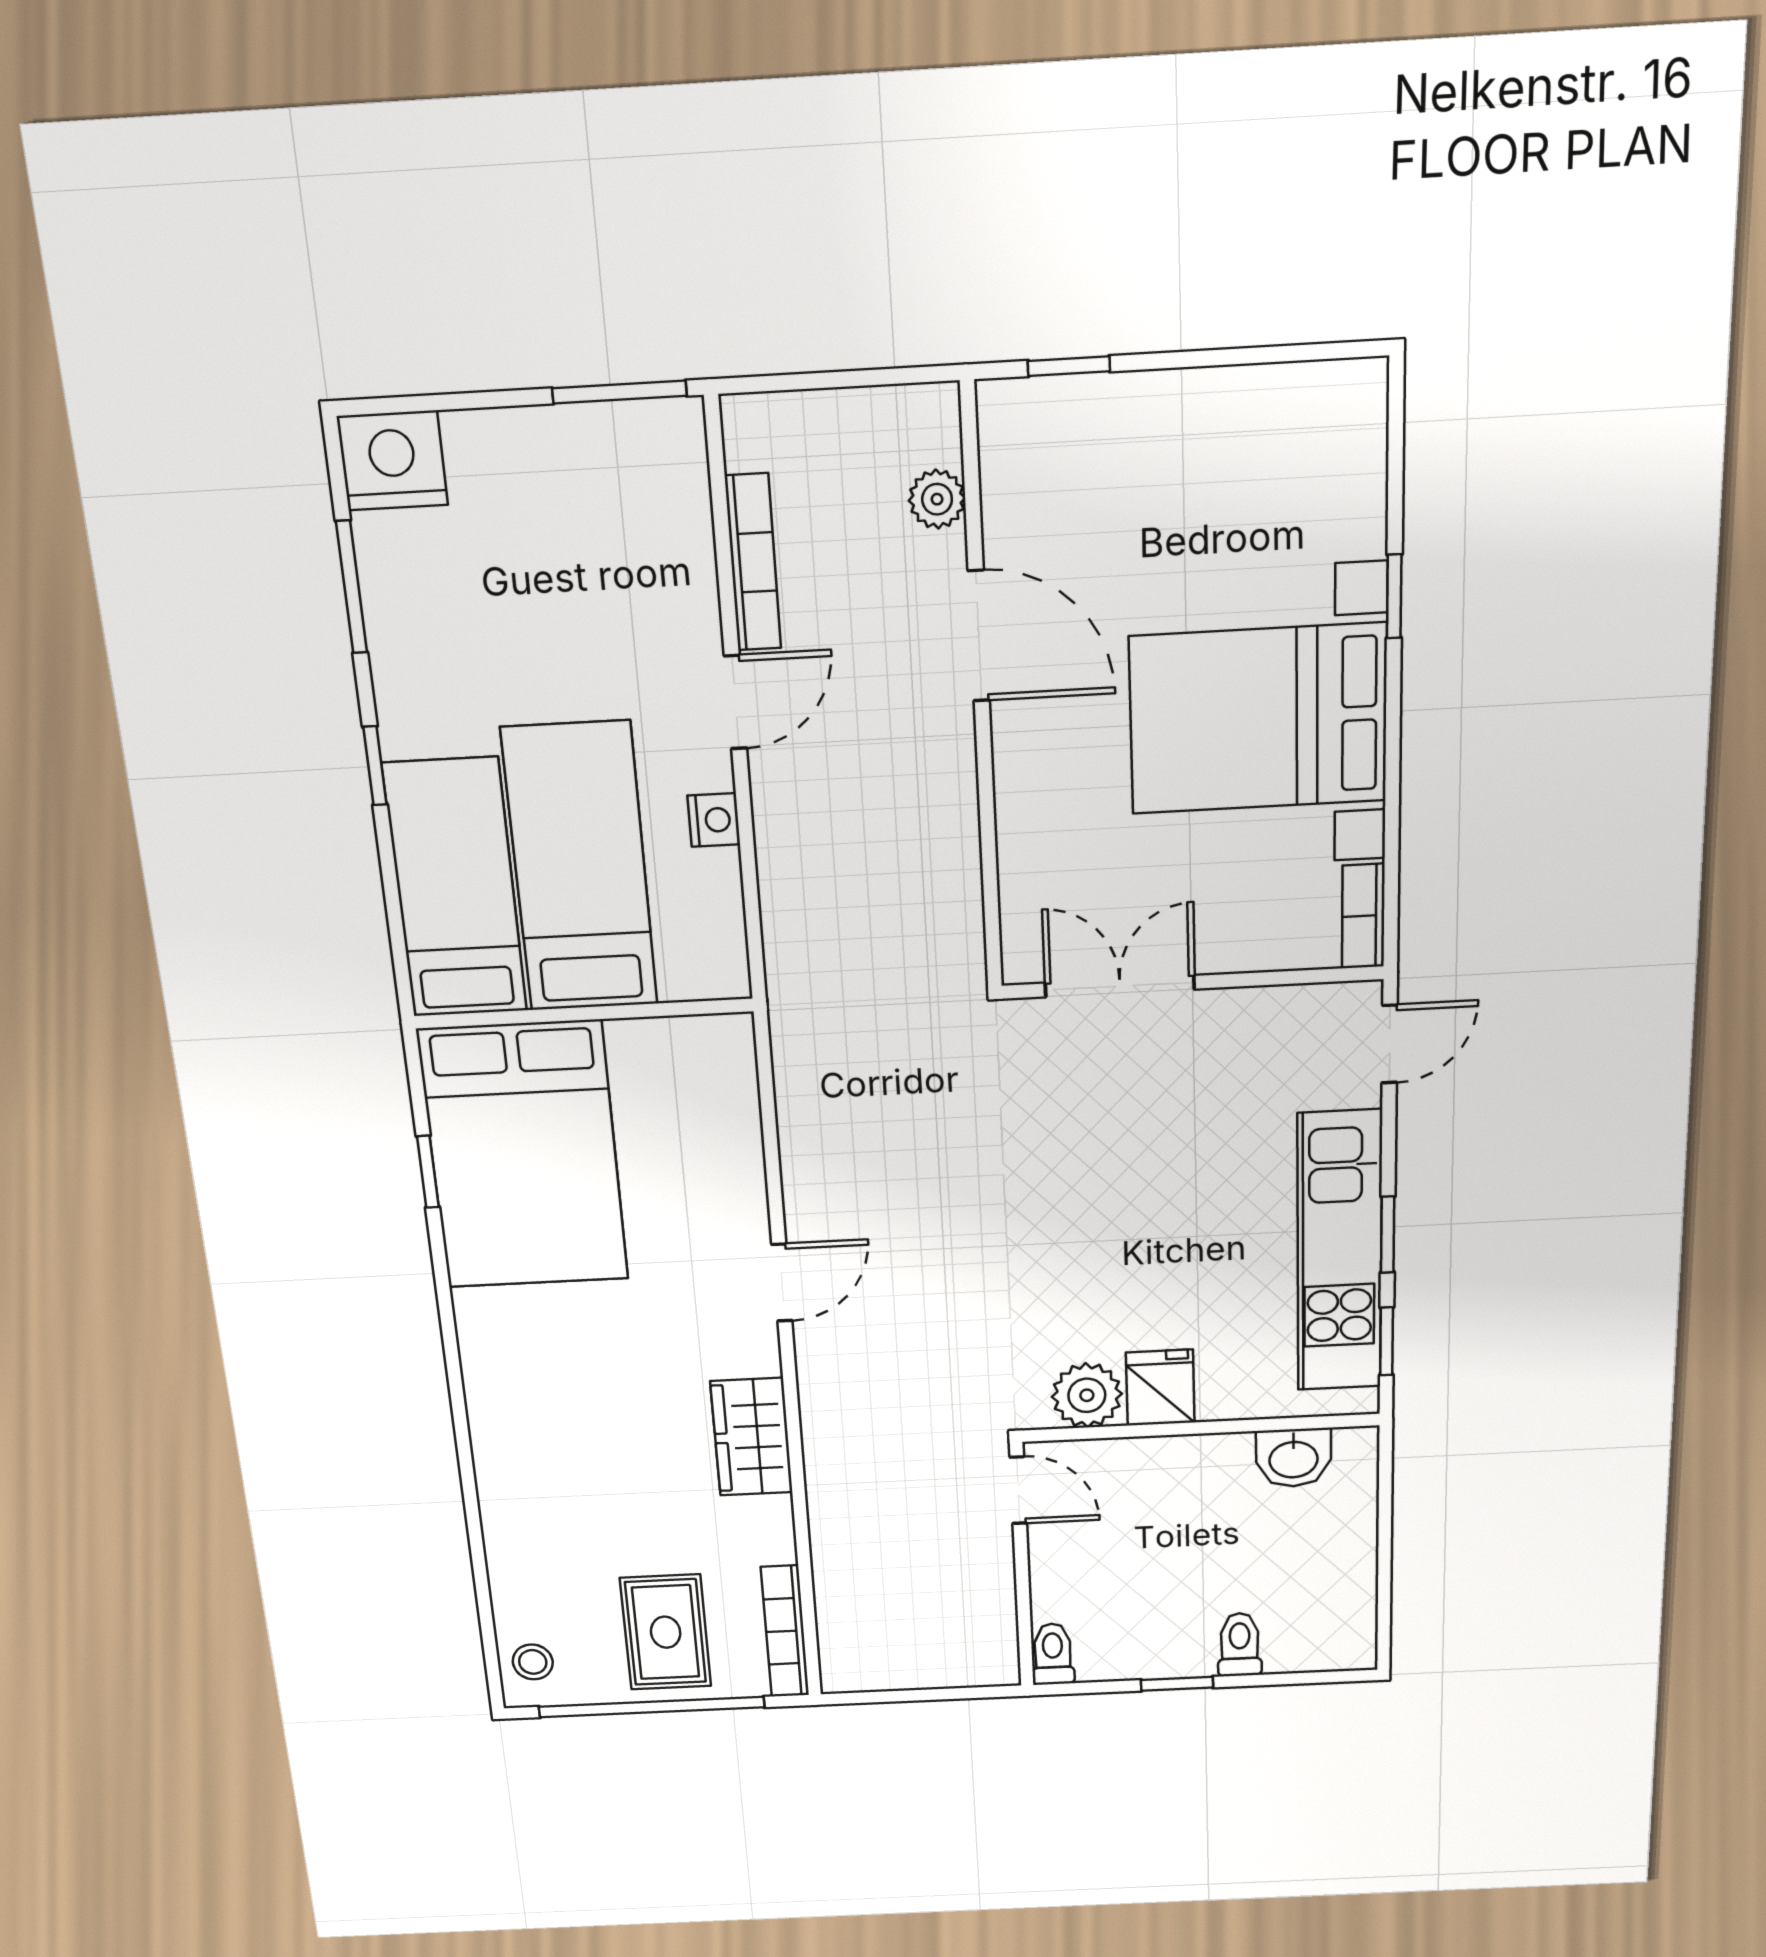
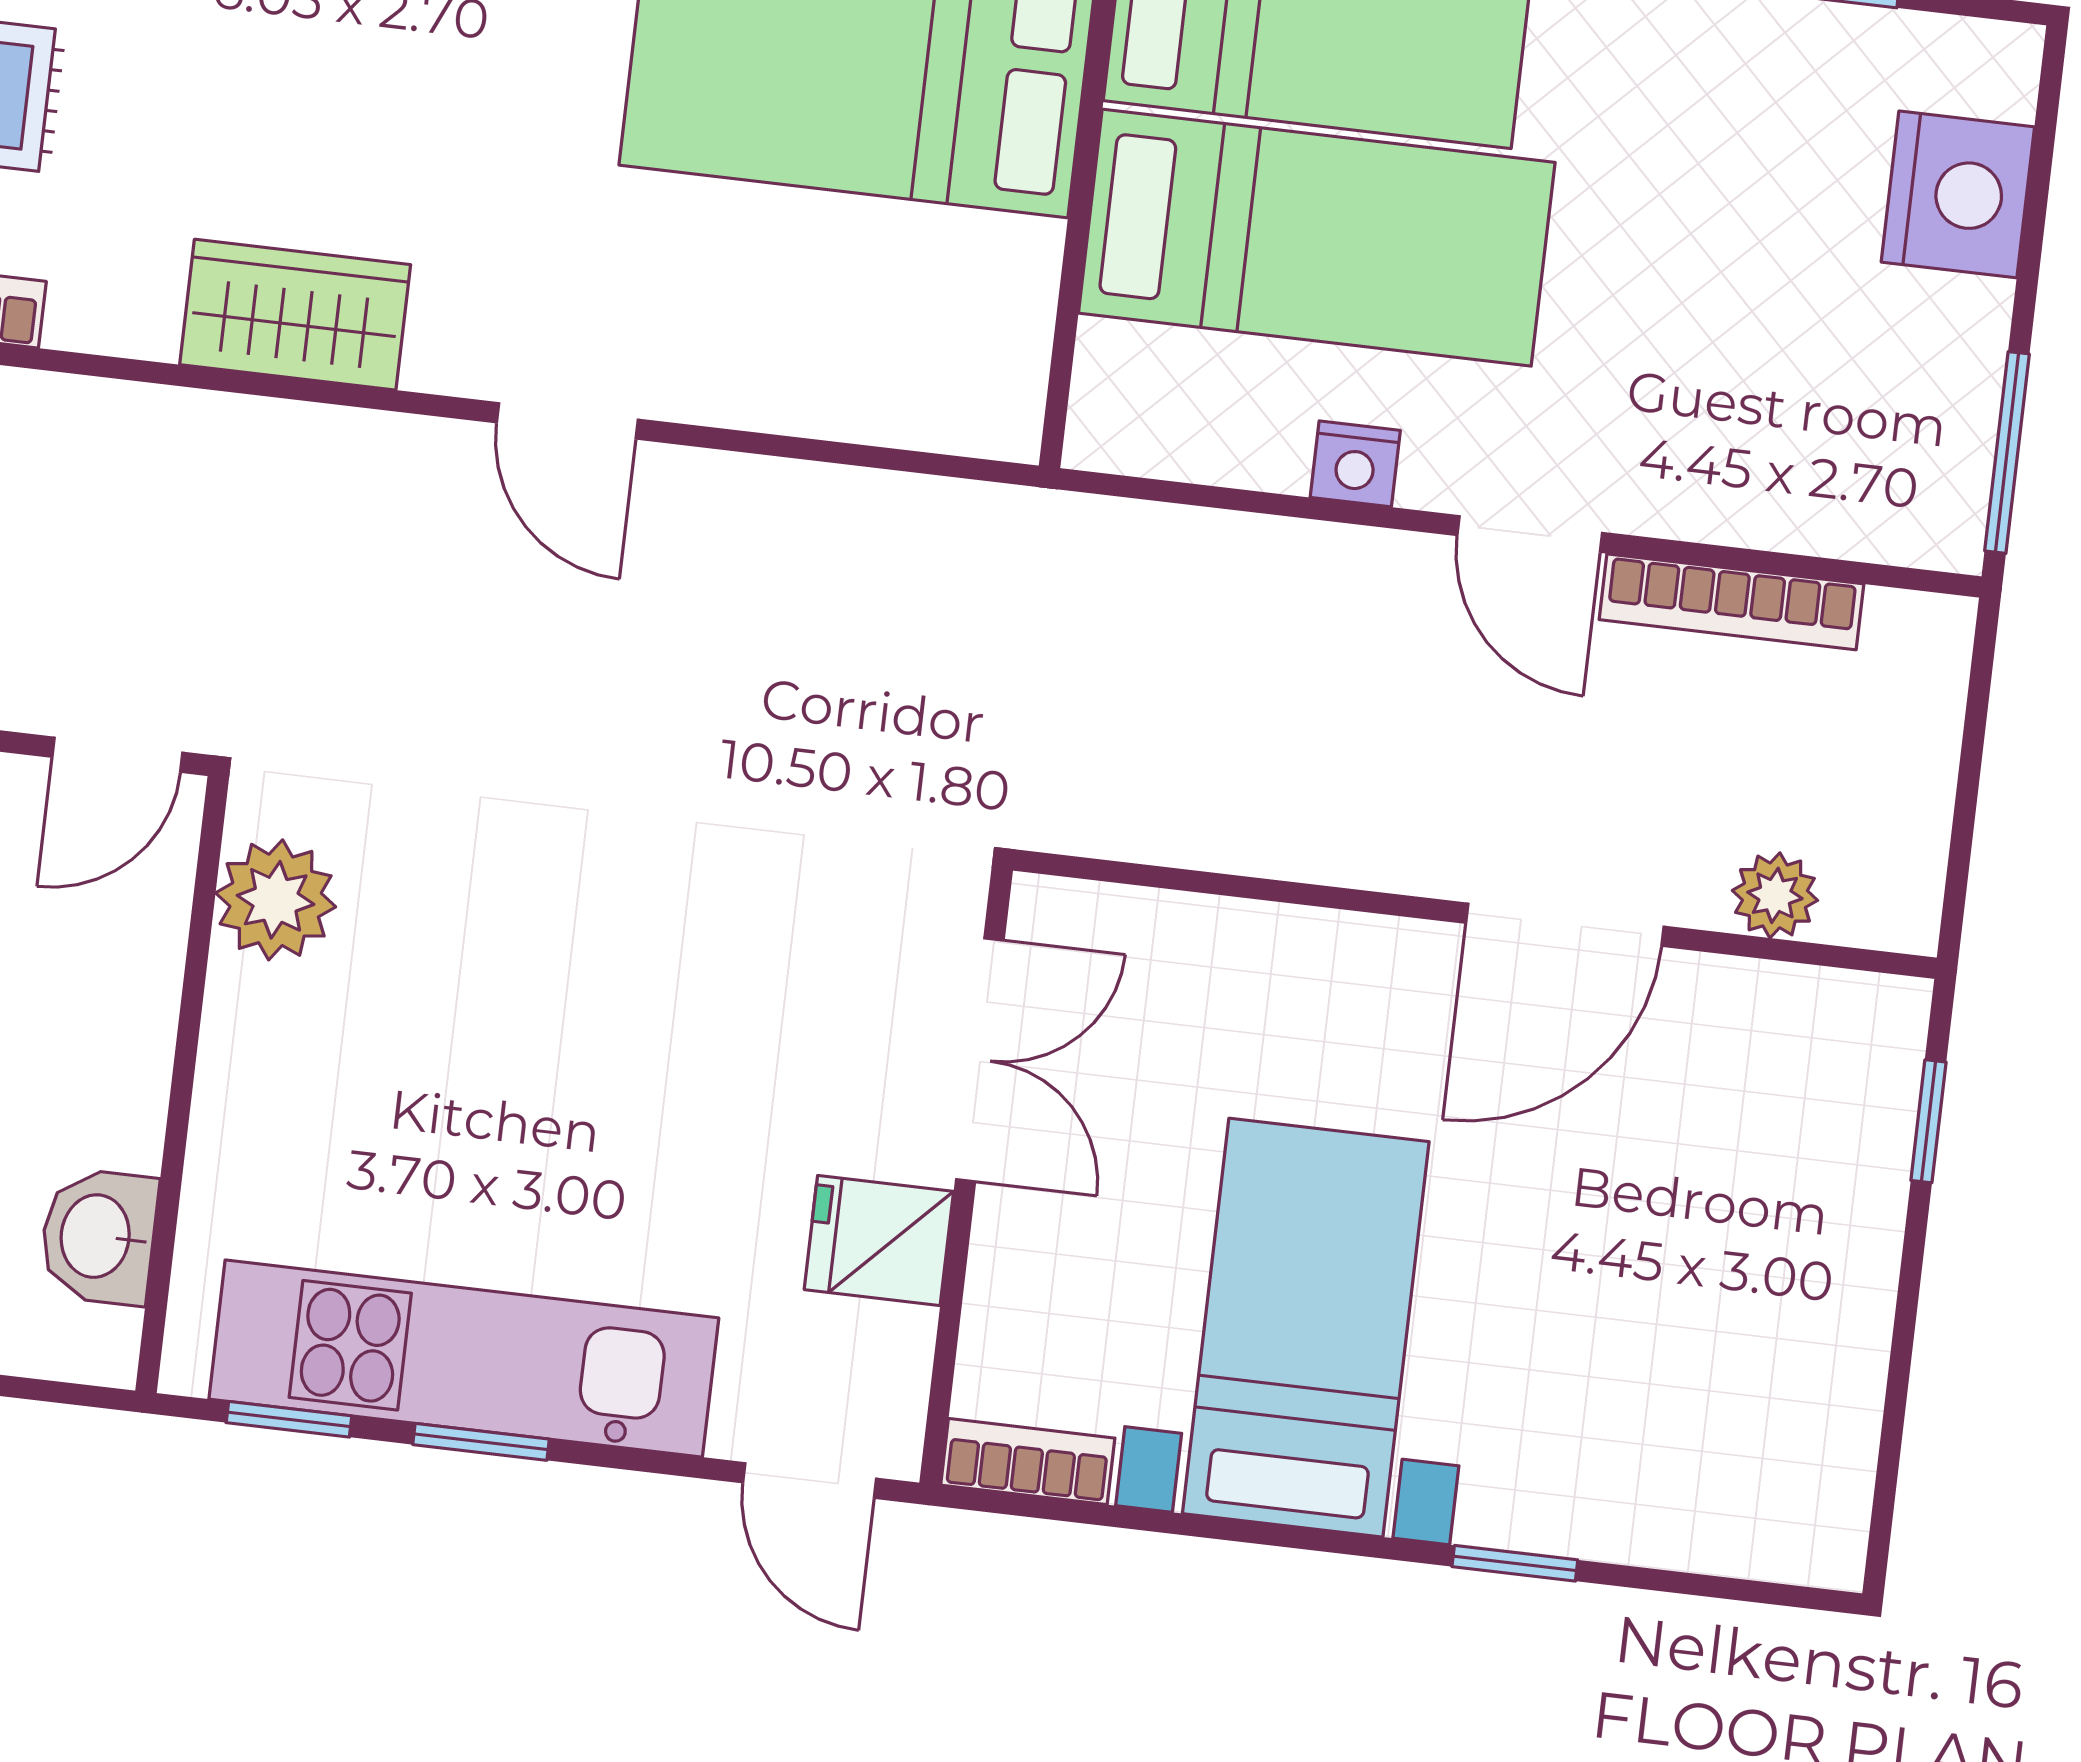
nightstand: (392, 461) -> (1958, 194), moved
bed with nightstands: (1258, 719) -> (1306, 1328), width x0.73
fridge: (1160, 1388) -> (879, 1241), moved, turned 180

